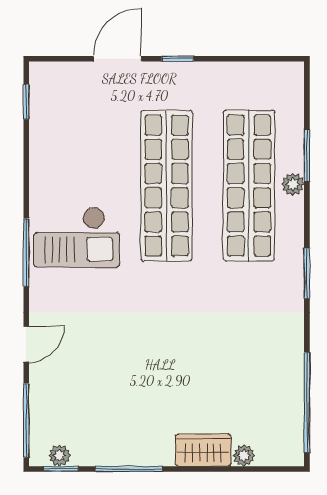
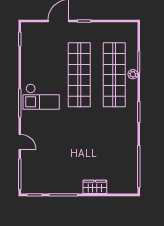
door: (26, 344) -> (20, 142), hinge flipped
plant: (244, 455) -> (112, 189), removed
plant: (60, 456) -> (34, 189), removed

